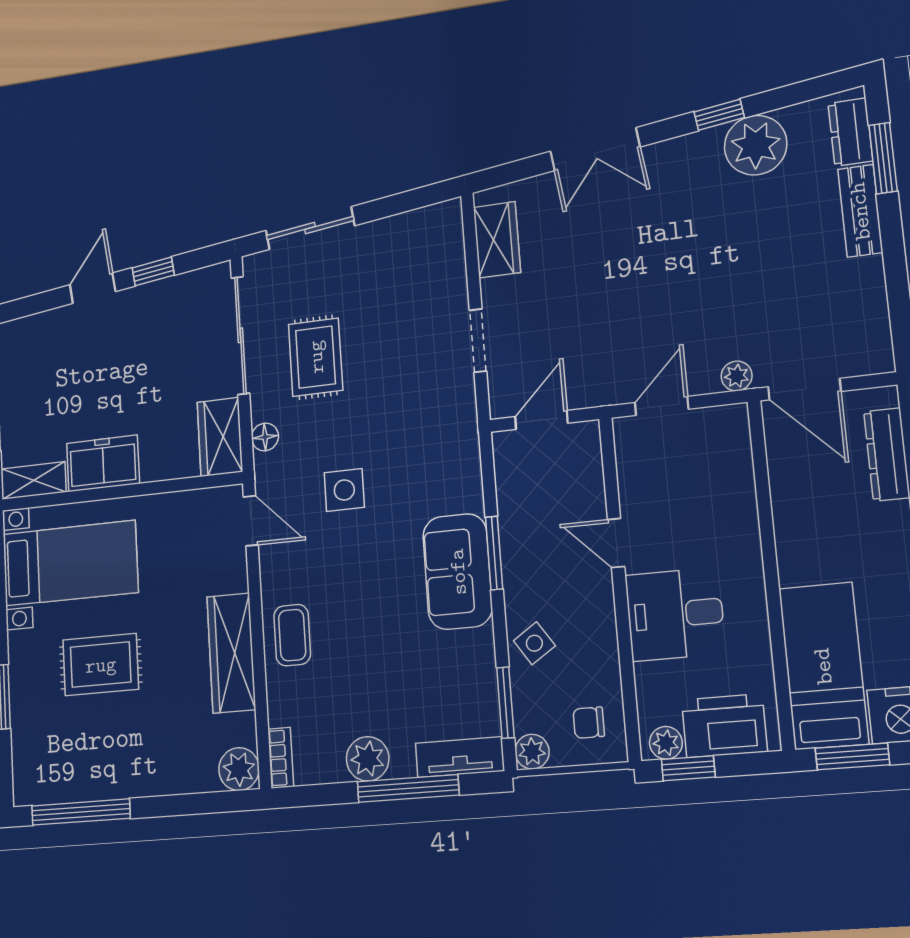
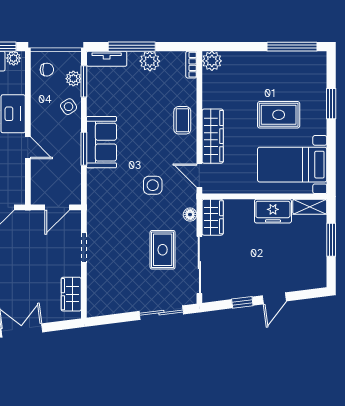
wardrobe: (231, 653) -> (213, 136), moved
plant: (532, 752) -> (73, 79), moved

